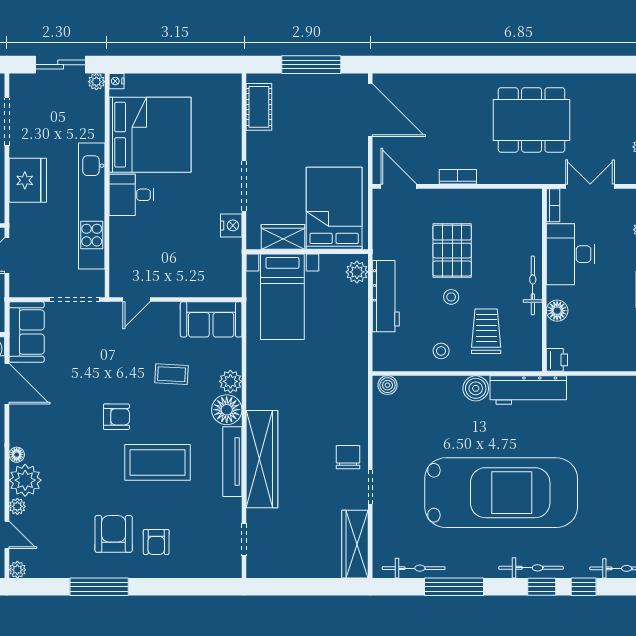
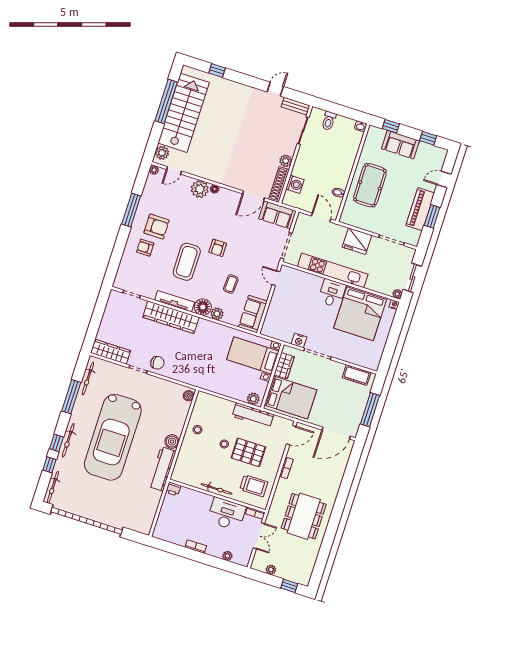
workbench: (386, 296) -> (253, 415), moved
floor lamp: (557, 311) -> (199, 497), removed
trolley: (486, 331) -> (254, 486), moved
plant: (17, 506) -> (187, 181), removed

